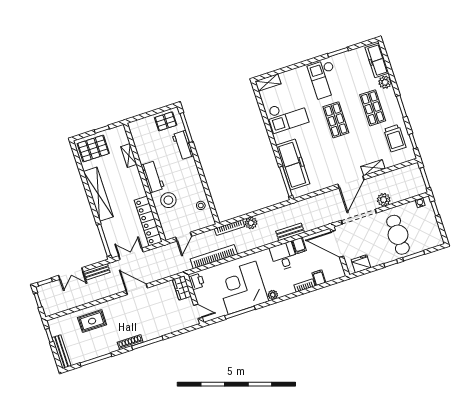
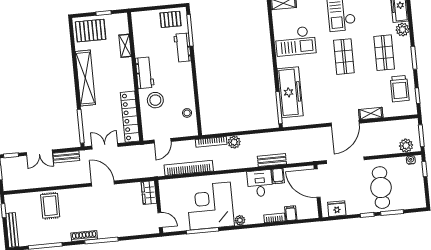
plant: (384, 200) -> (406, 146), moved
printer: (197, 281) -> (166, 189), removed
rug: (92, 321) -> (50, 206), turned 90

